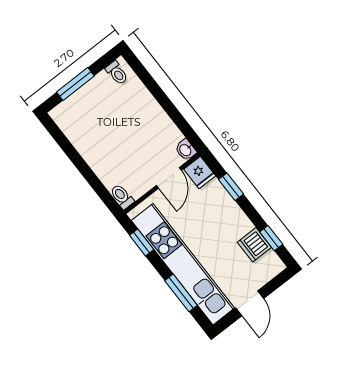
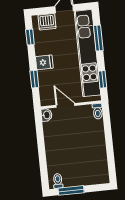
window: (75, 84) -> (71, 190), moved
fridge: (200, 173) -> (44, 62), moved, turned 90
door: (169, 178) -> (65, 105), hinge flipped
dishwasher: (254, 245) -> (47, 22), moved, turned 90

